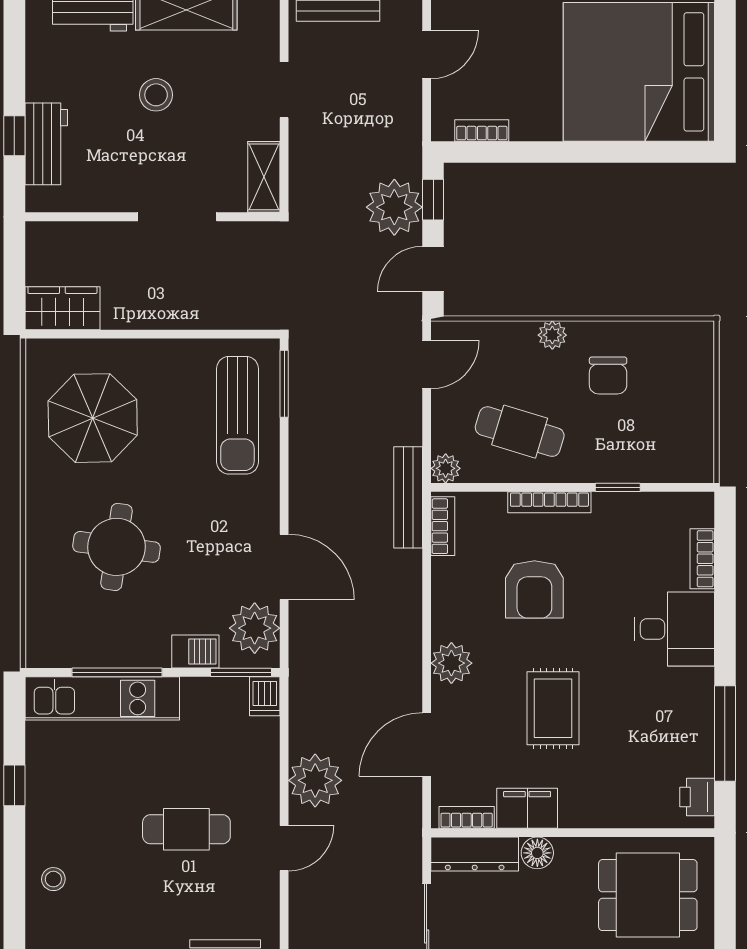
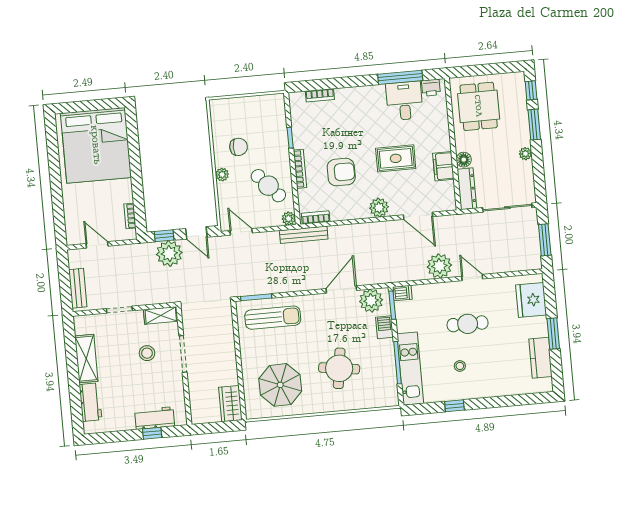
stool: (156, 95) -> (147, 353), moved
cafe table: (520, 432) -> (268, 186), turned -59
desk: (674, 629) -> (404, 101), moved
bookcase: (467, 817) -> (450, 194), removed
cafe table: (186, 829) -> (468, 324), turned 90
stool: (53, 879) -> (460, 366), moved

